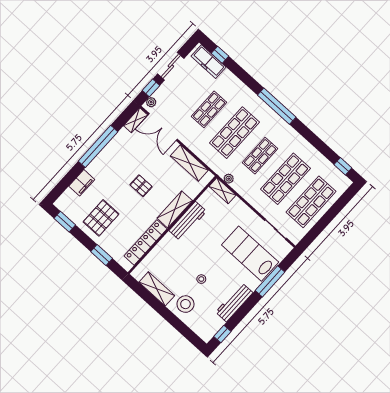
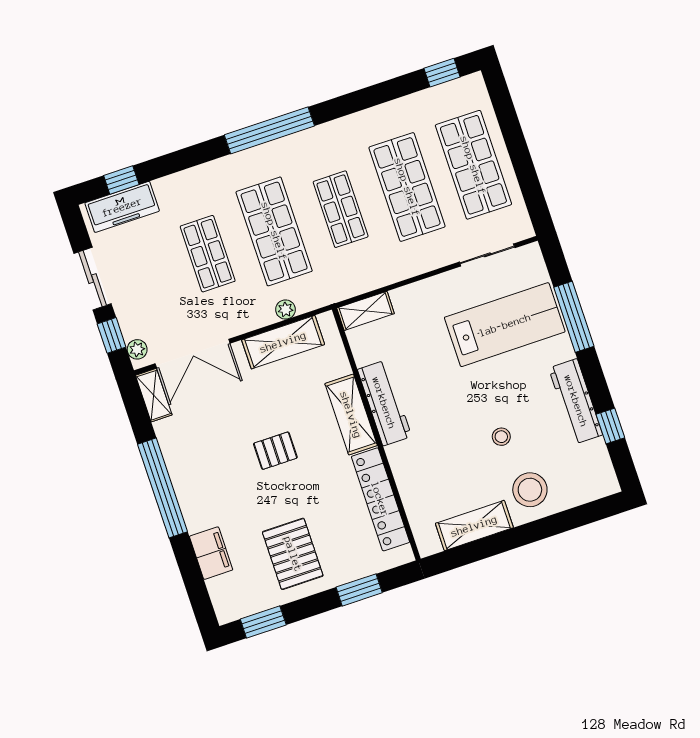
plant: (229, 179) -> (286, 310), moved
lab bench: (250, 254) -> (505, 325), turned 180
window: (222, 334) -> (610, 426), moved

